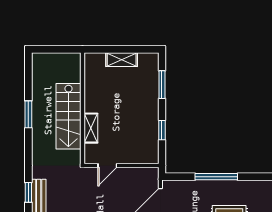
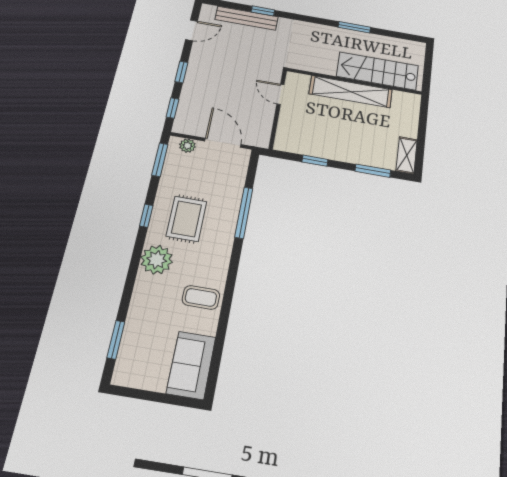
shelving: (122, 60) -> (407, 155), moved
stairs: (68, 116) -> (378, 71), moved
shelving: (91, 128) -> (351, 92), width x2.20, depth x1.33

